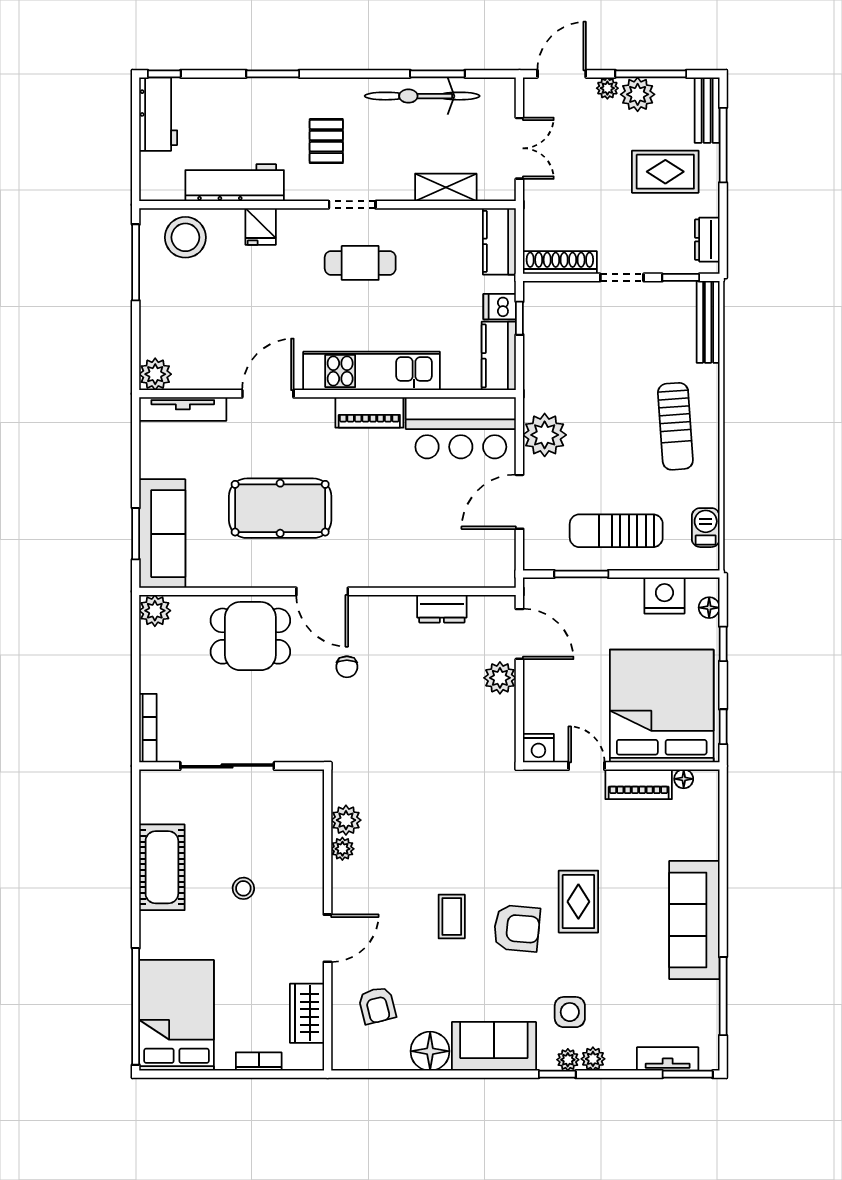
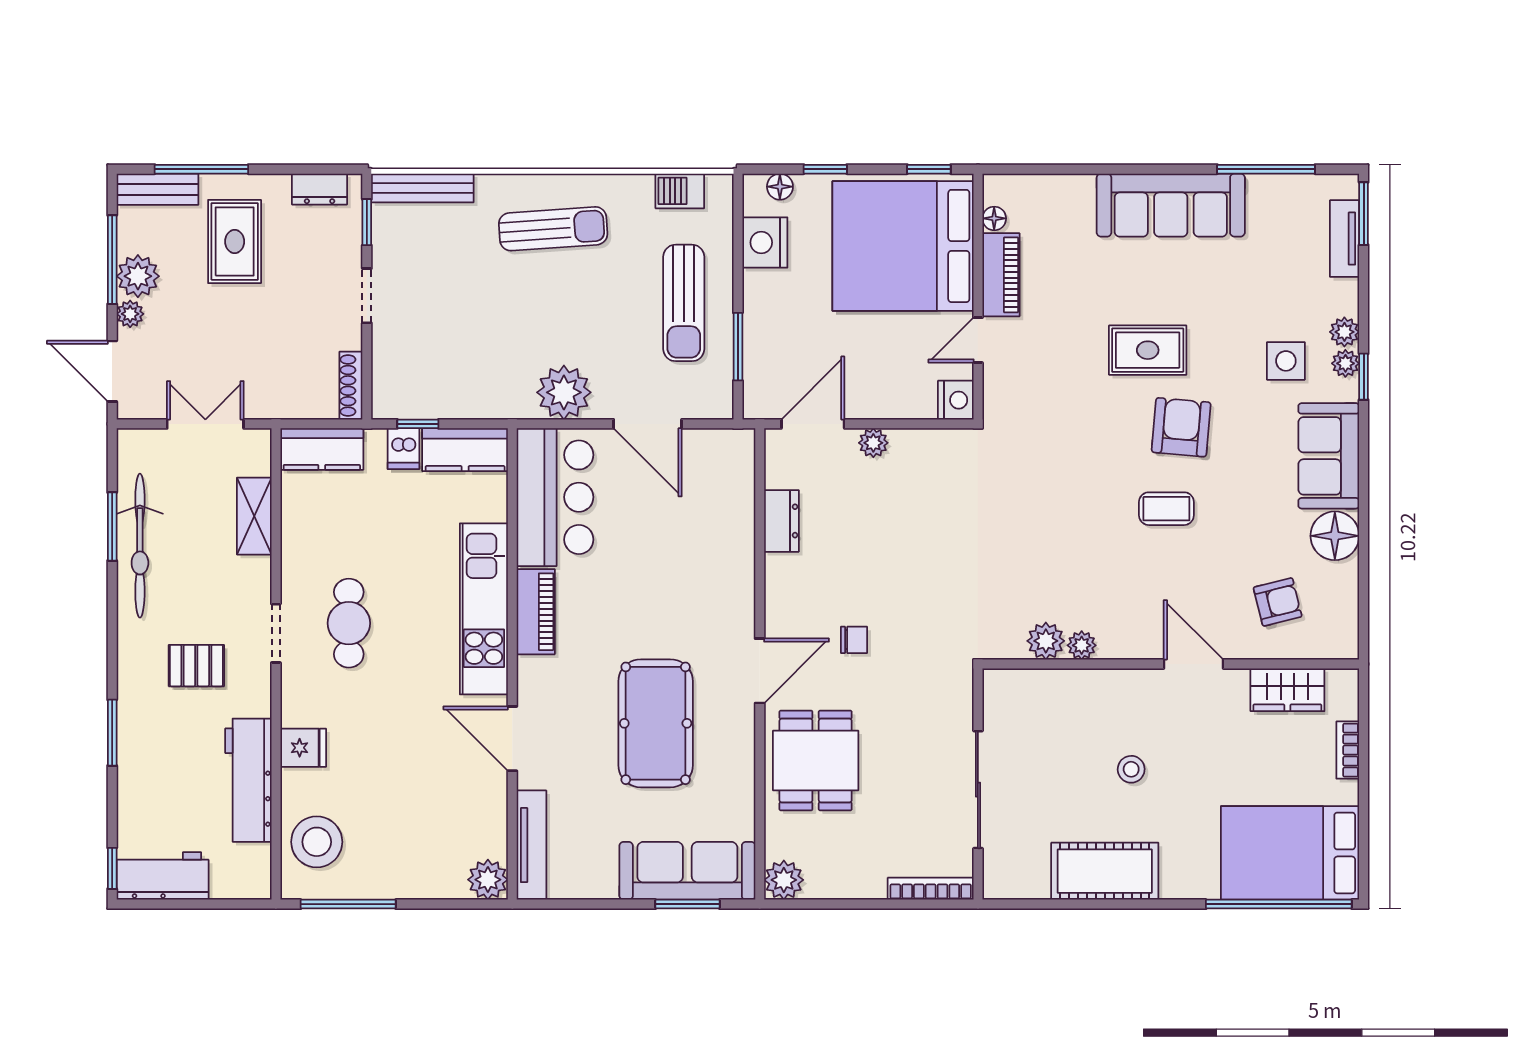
shoe rack: (560, 263) -> (351, 386), width x0.74, depth x0.81
plant: (500, 678) -> (873, 443), width x0.73, depth x0.73

